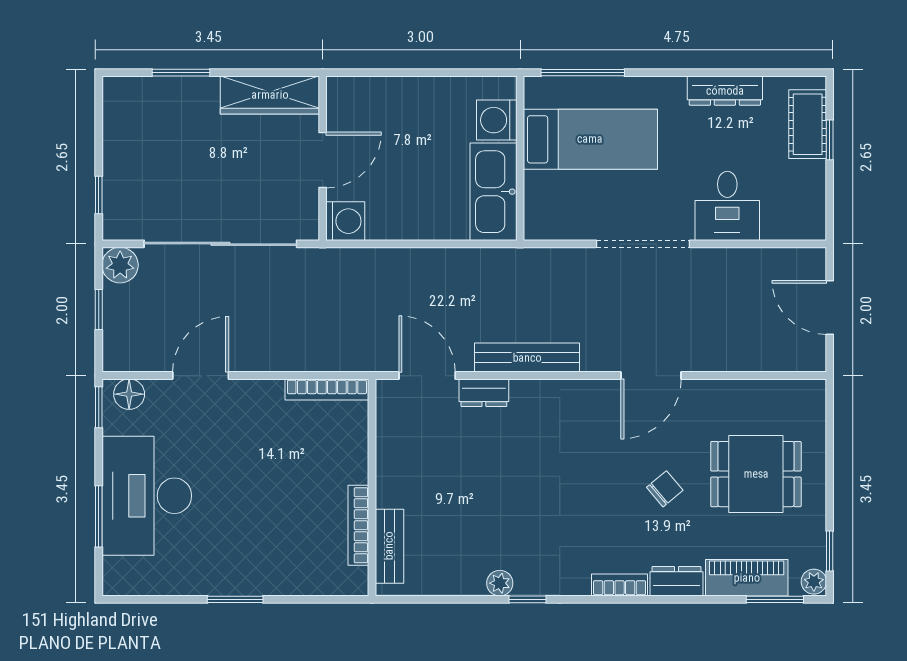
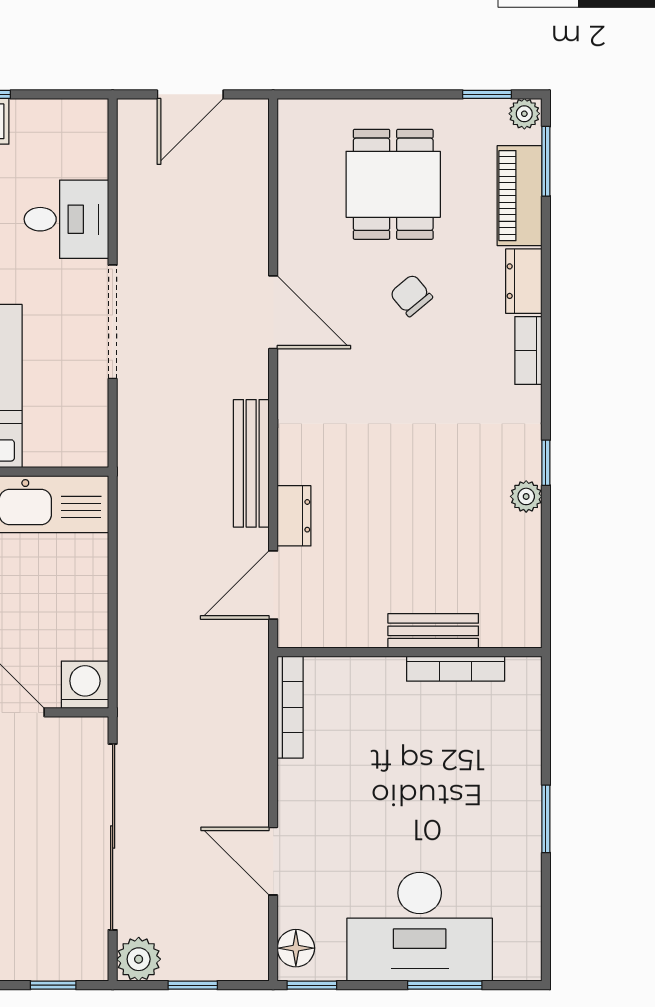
bench: (389, 546) -> (433, 631), moved

